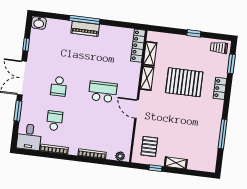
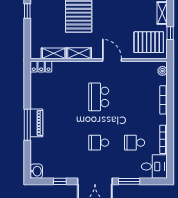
locker: (138, 46) -> (41, 67), width x0.66
school desk: (59, 86) -> (99, 143), turned 180
door: (137, 109) -> (112, 60), swing flipped
pallet: (149, 146) -> (149, 42), width x1.50, depth x1.42

